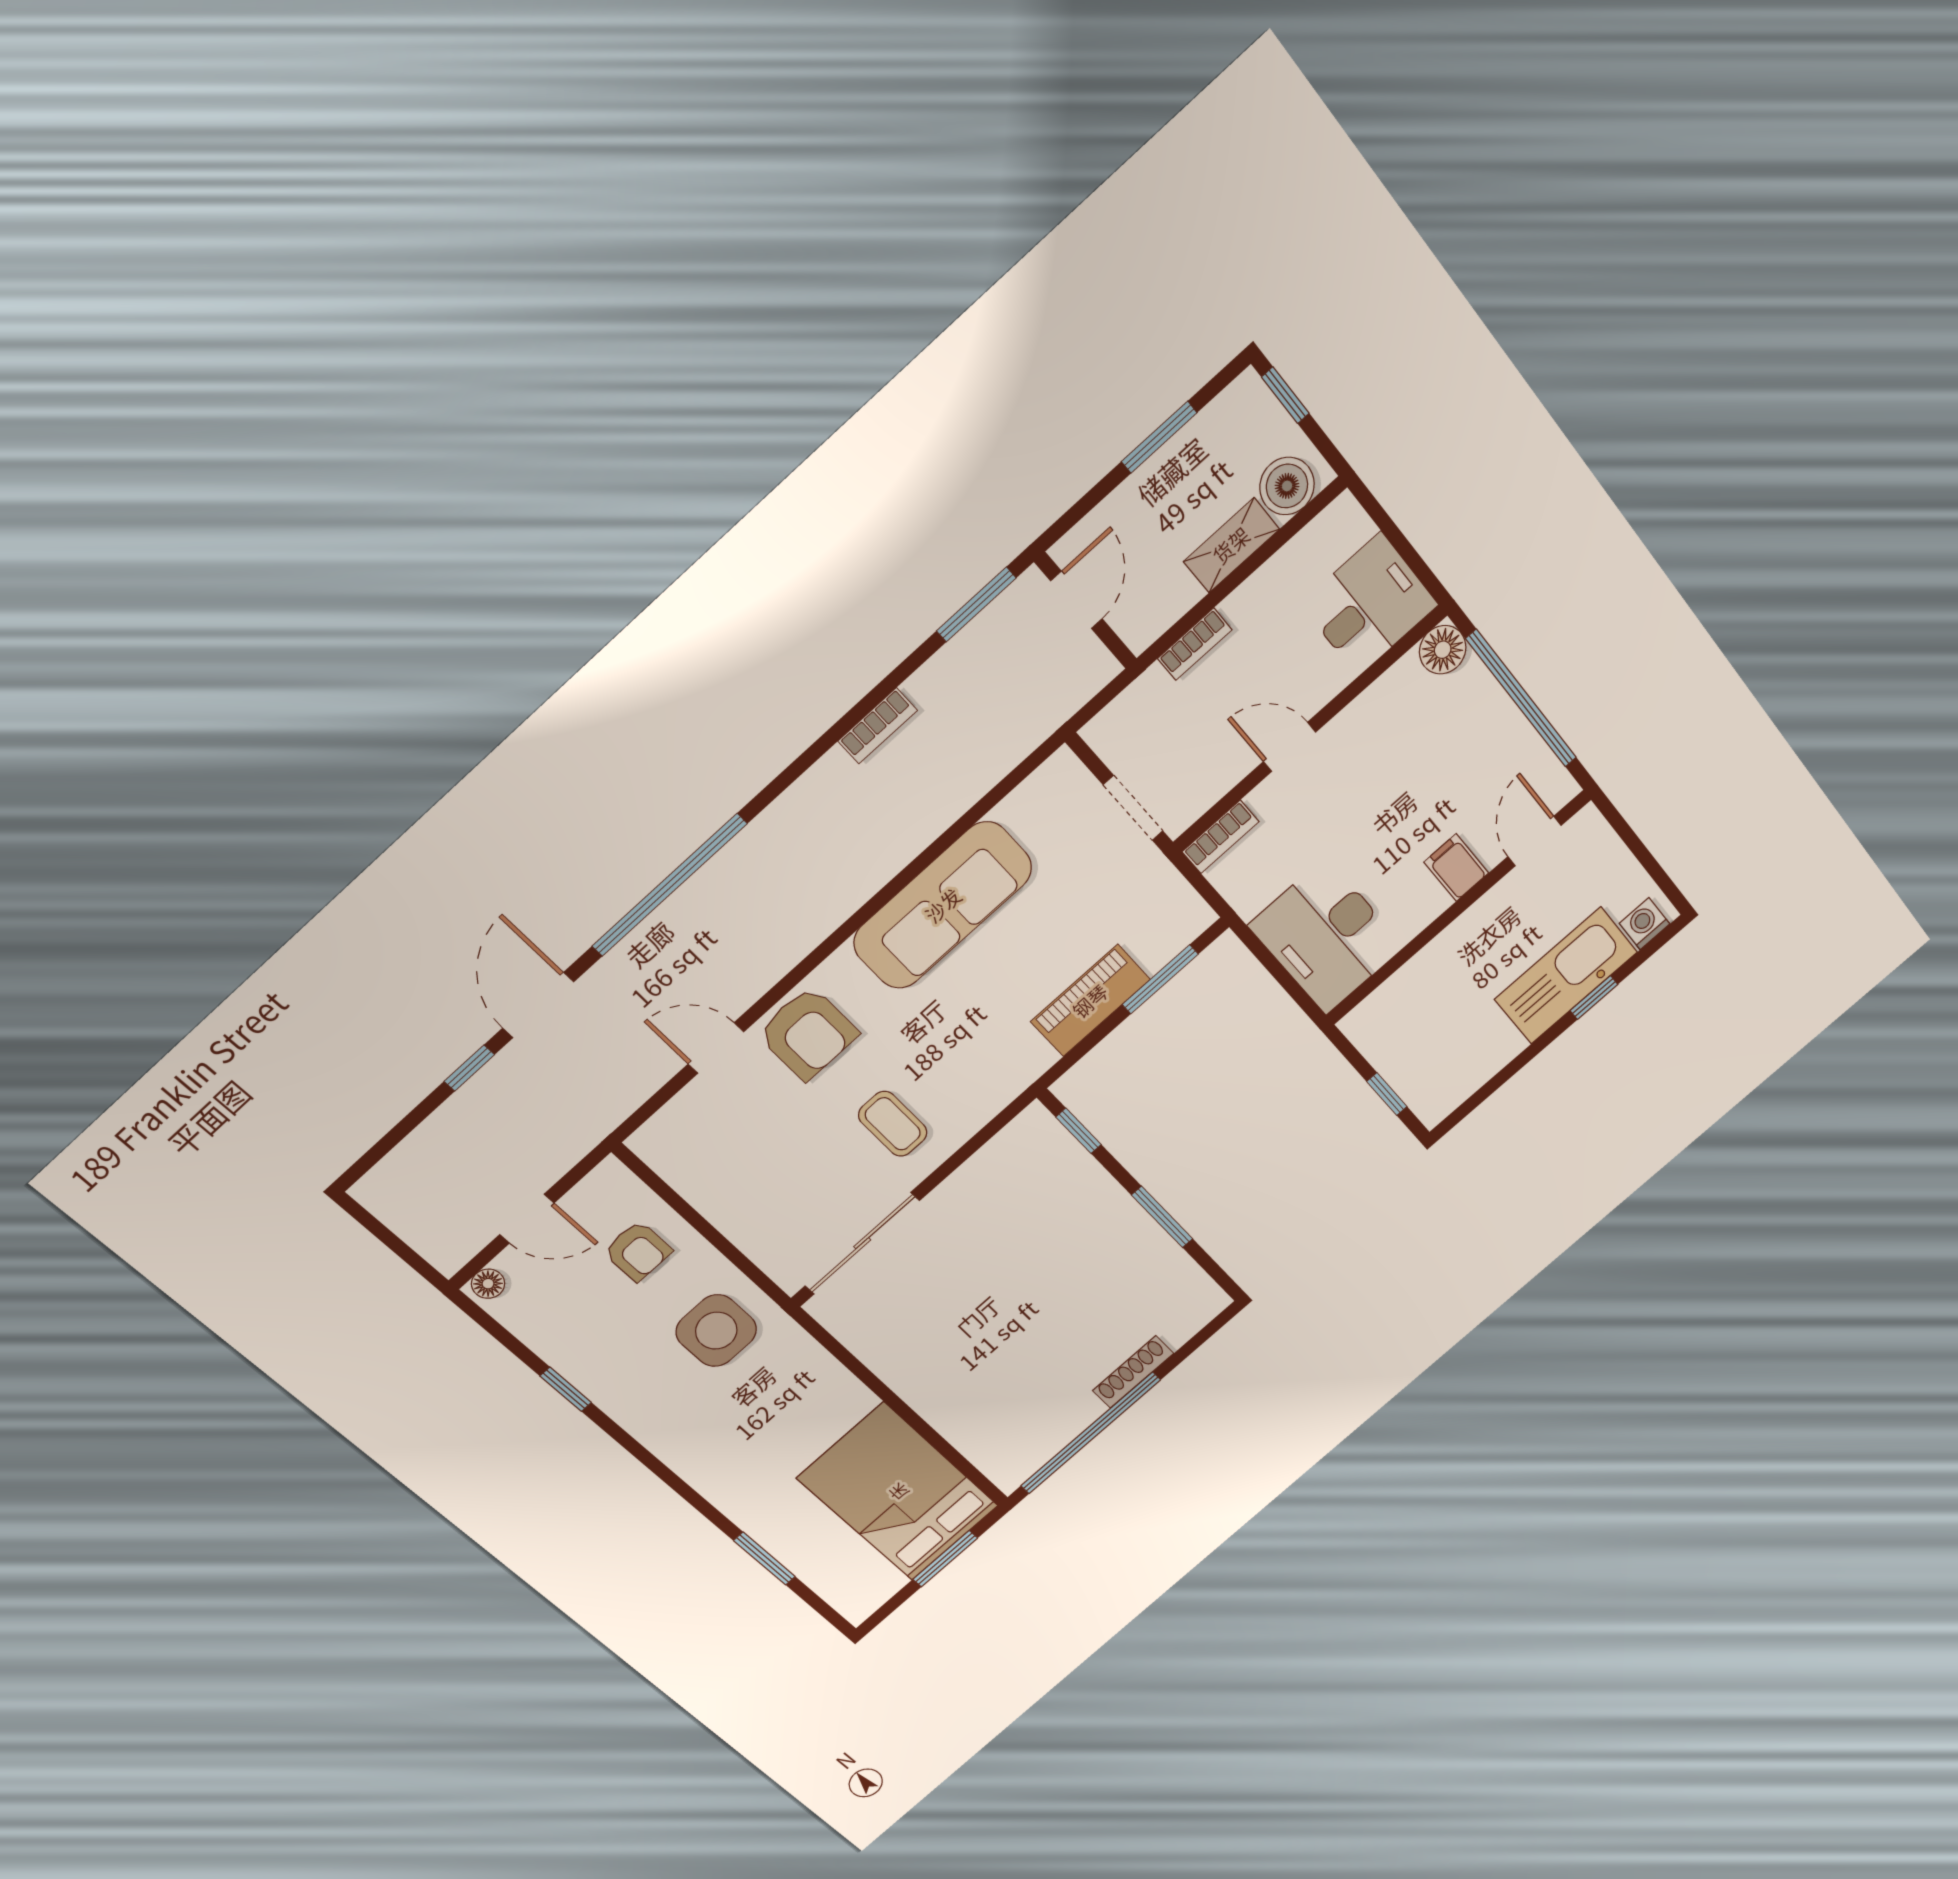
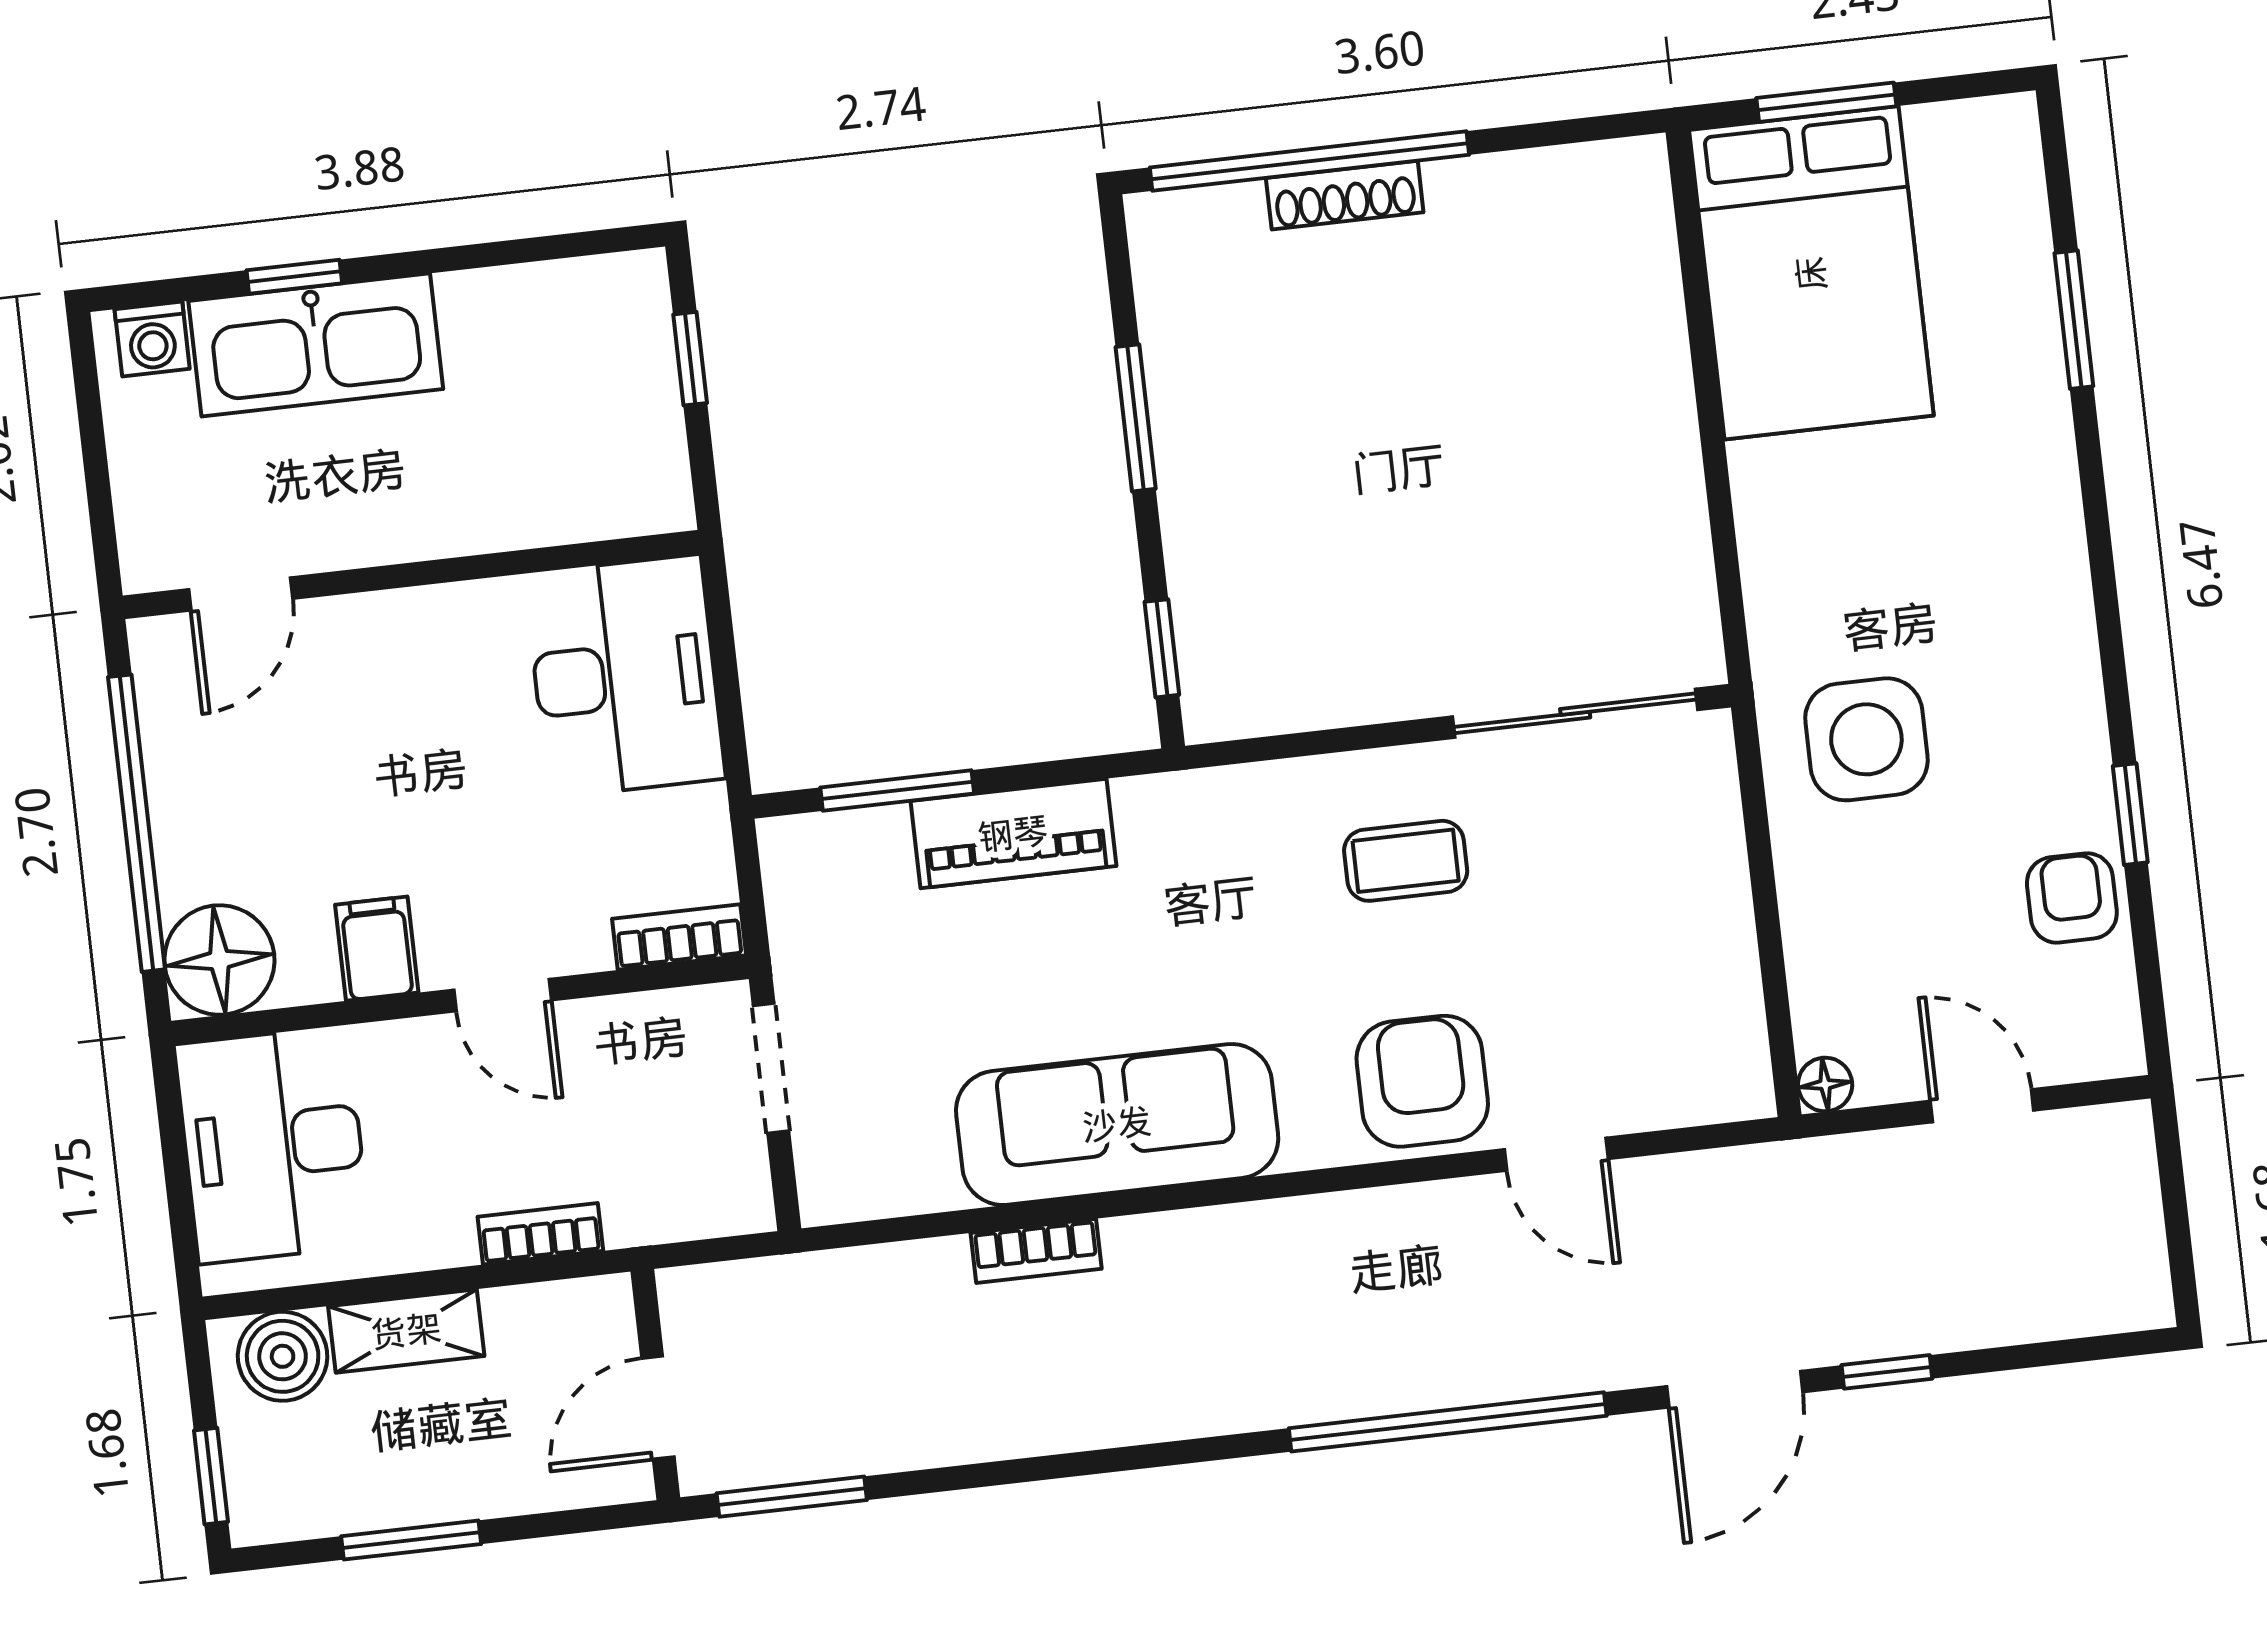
desk: (1369, 604) -> (273, 1145), width x1.37
floor lamp: (1443, 650) -> (219, 960), width x1.38, depth x1.38
bookcase: (878, 726) -> (1036, 1251), moved, turned 180
filing cabinet: (1456, 868) -> (377, 949), moved, turned 180
coffee table: (893, 1124) -> (1406, 861), turned 90
armchair: (638, 1251) -> (2072, 898), moved
floor lamp: (488, 1284) -> (1825, 1084), moved
window: (1091, 1433) -> (1309, 161), moved

